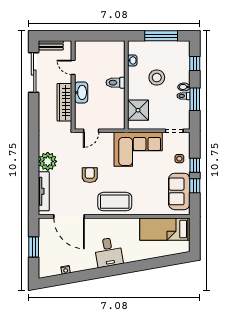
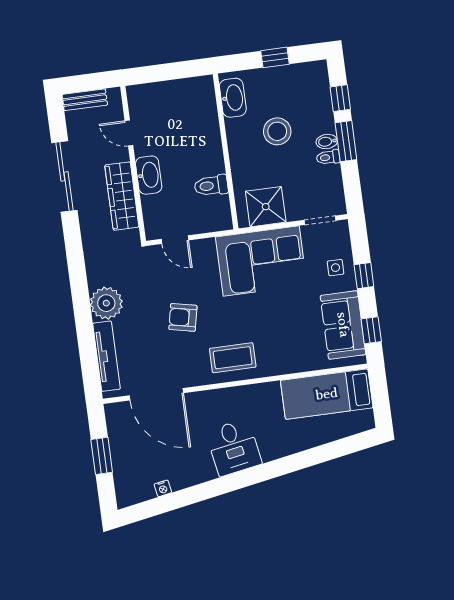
window: (161, 36) -> (275, 57), width x0.46
washbasin: (132, 60) -> (233, 98), width x1.91, depth x1.45
sliding door: (34, 73) -> (64, 176), moved
toilet: (116, 83) -> (211, 186), moved
window: (195, 99) -> (346, 141), moved
shower: (138, 110) -> (266, 207), moved
door: (91, 131) -> (175, 240), hinge flipped
armchair: (90, 175) -> (183, 317), turned -78
window: (195, 186) -> (371, 330), moved
coffee table: (115, 202) -> (233, 358), width x0.73, depth x0.76

